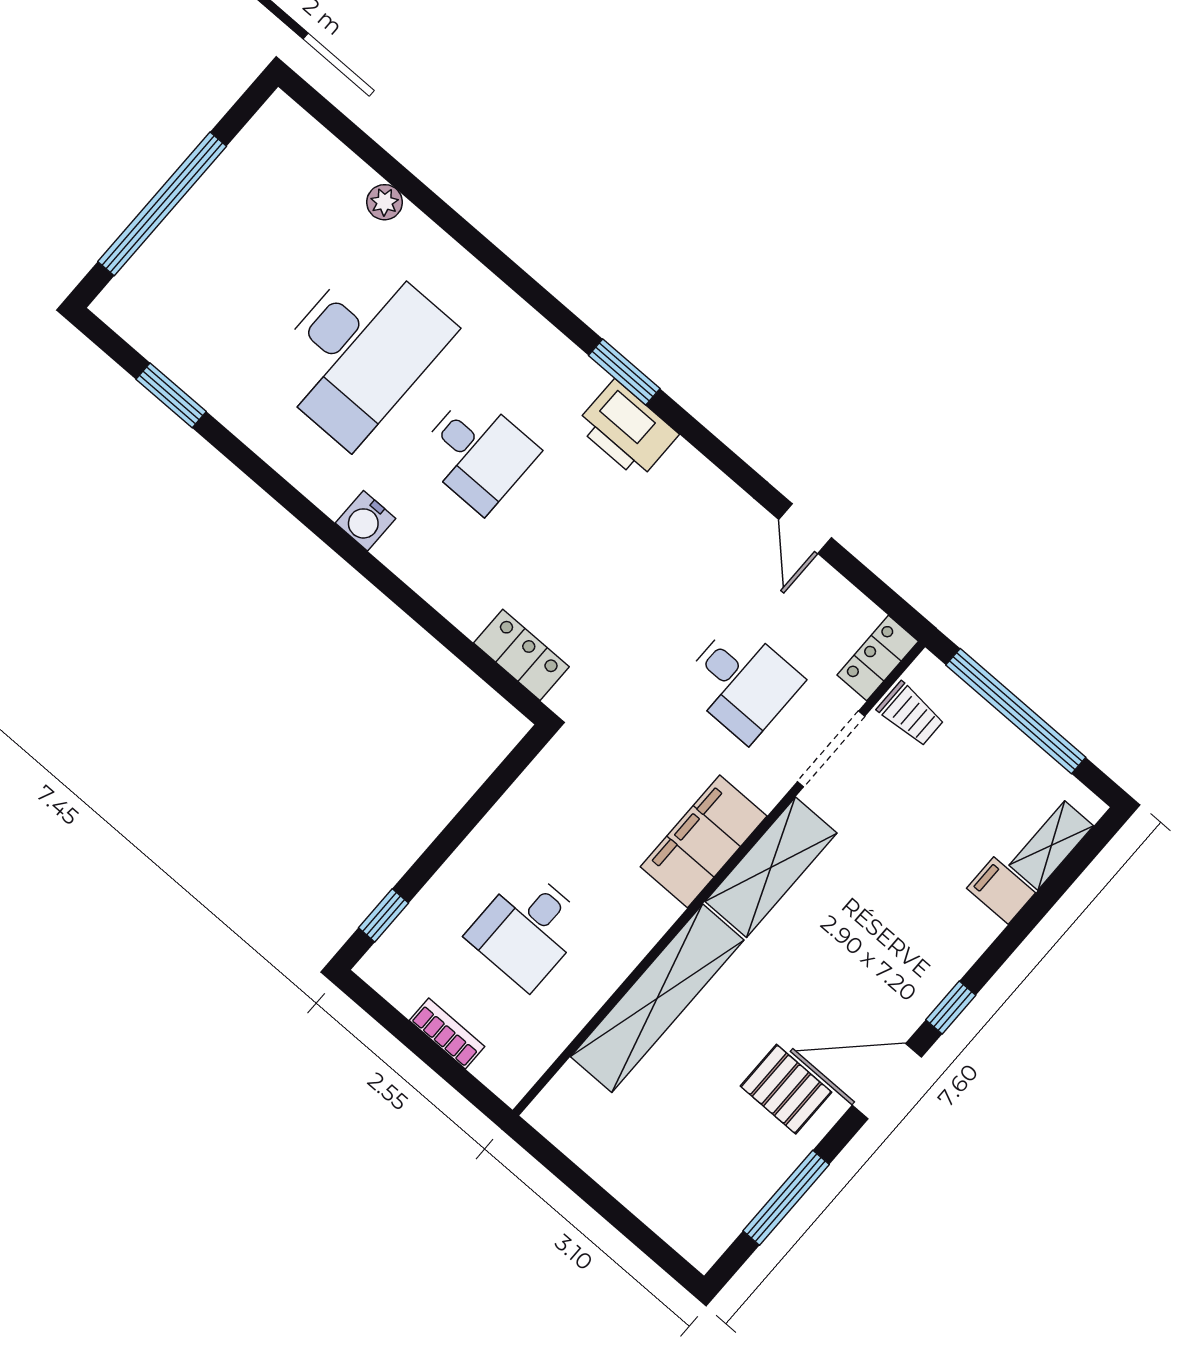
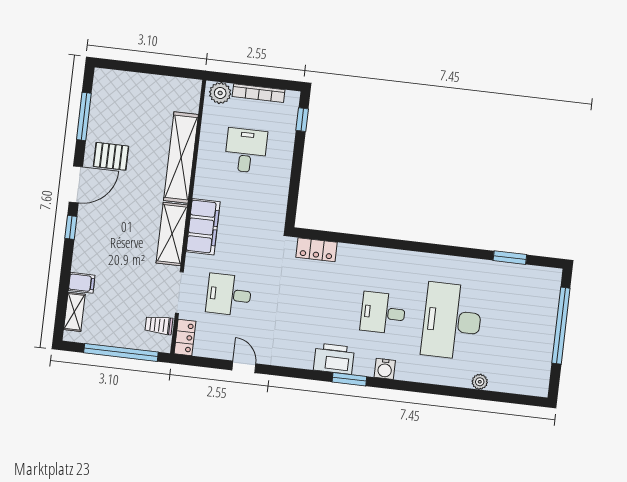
water cooler: (366, 521) -> (385, 369), moved, turned 180
bookcase: (447, 1034) -> (259, 93), width x1.56
plant: (503, 1069) -> (220, 93), added

